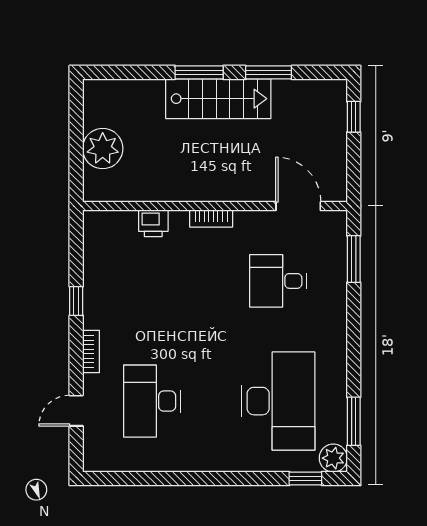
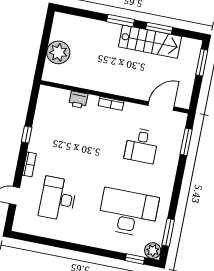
stairs: (218, 99) -> (150, 42), moved
window: (354, 117) -> (202, 62), width x1.50
door: (298, 206) -> (161, 106), hinge flipped
desk: (278, 281) -> (141, 146), turned -90
desk: (278, 401) -> (128, 213), turned -90

